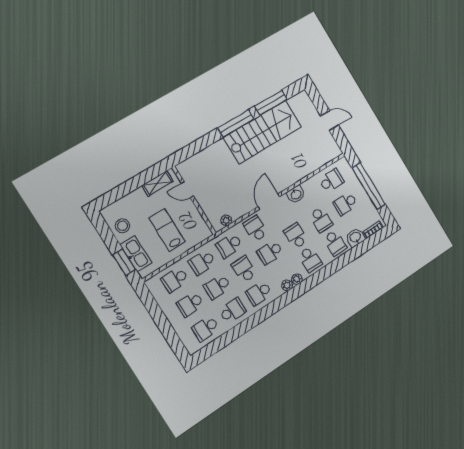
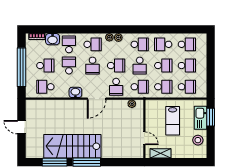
school desk: (310, 259) -> (93, 44), turned 90

